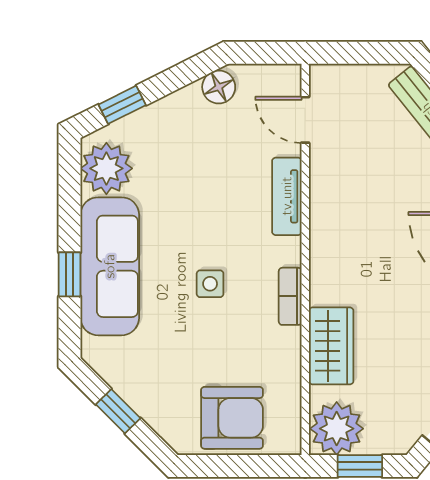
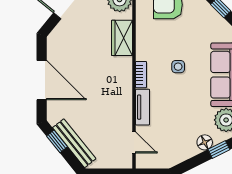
floor lamp: (219, 87) -> (205, 142), moved
bookcase: (290, 296) -> (141, 75), moved

